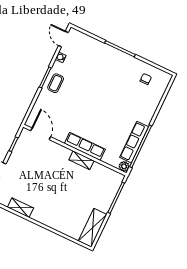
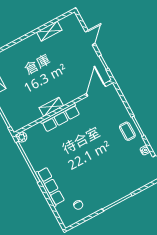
door: (41, 134) -> (96, 90), swing flipped
row of seats: (134, 142) -> (50, 187), moved

